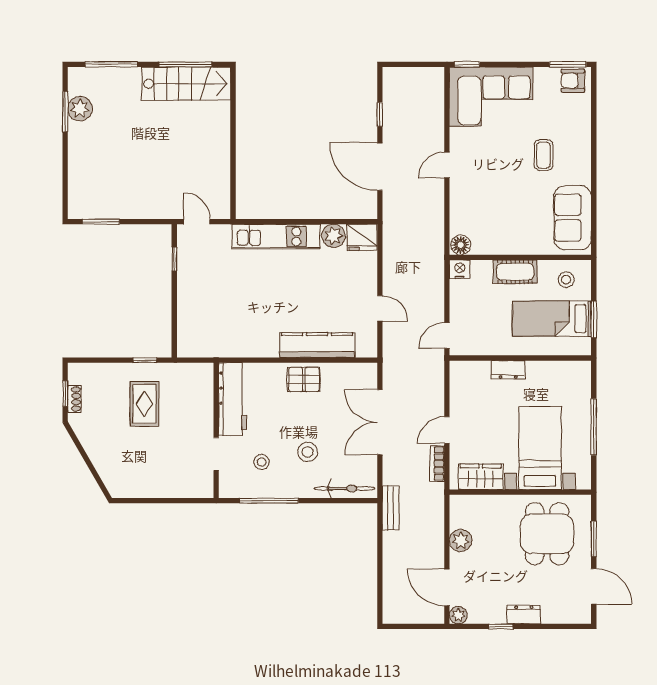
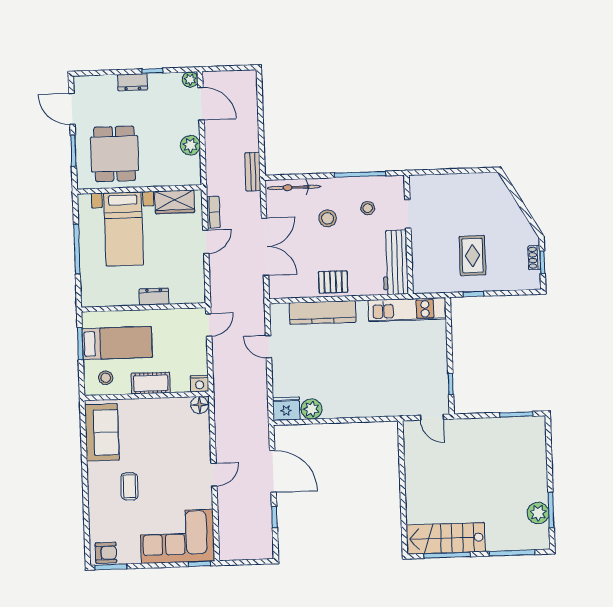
kitchen unit: (276, 237) -> (407, 310), moved, turned 180

